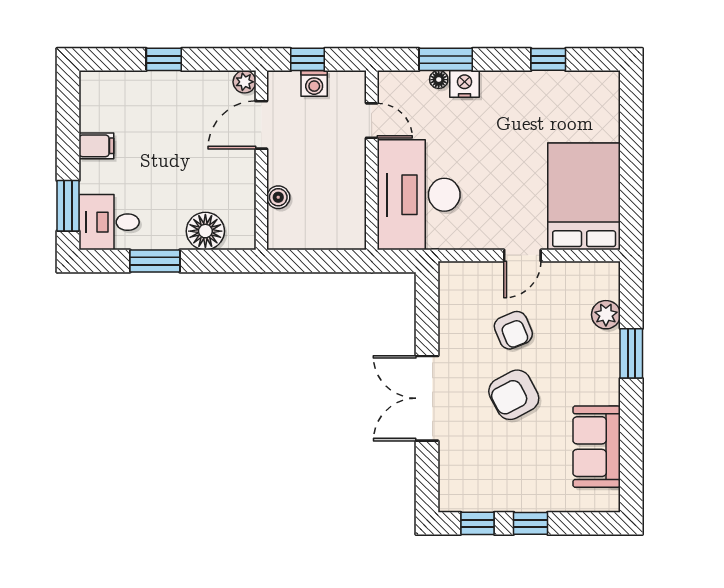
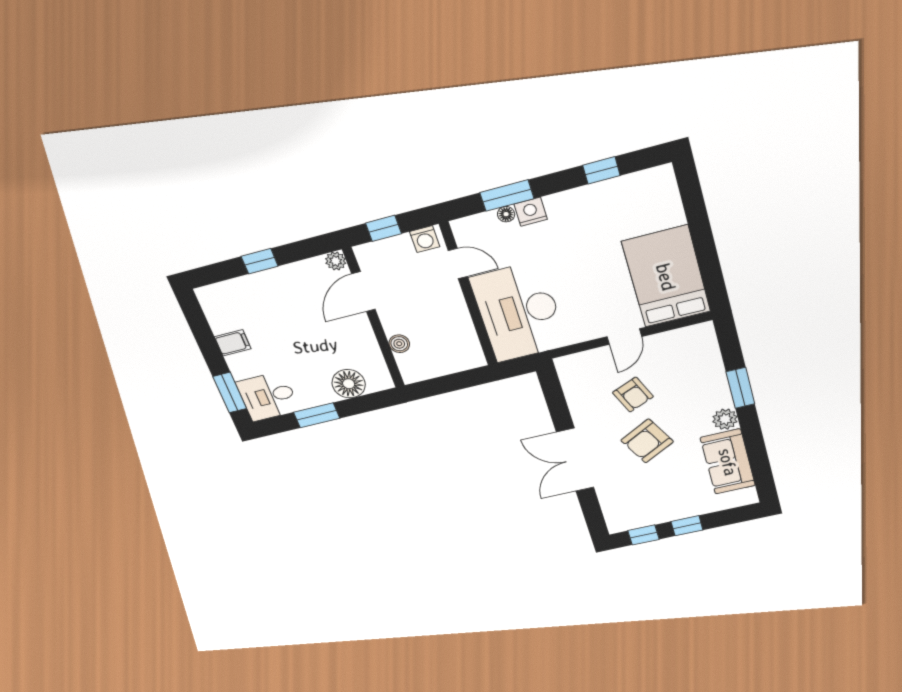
washing machine: (314, 83) -> (425, 239), moved
plant: (606, 315) -> (725, 419), moved

